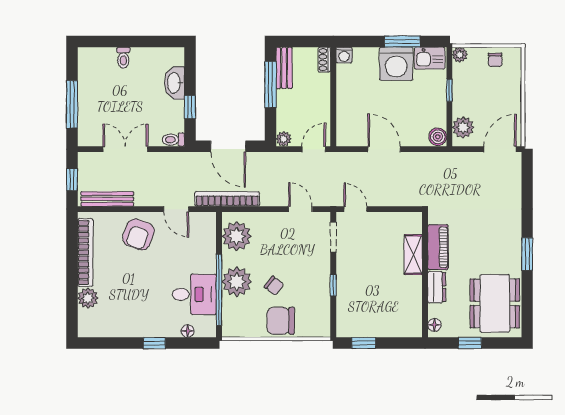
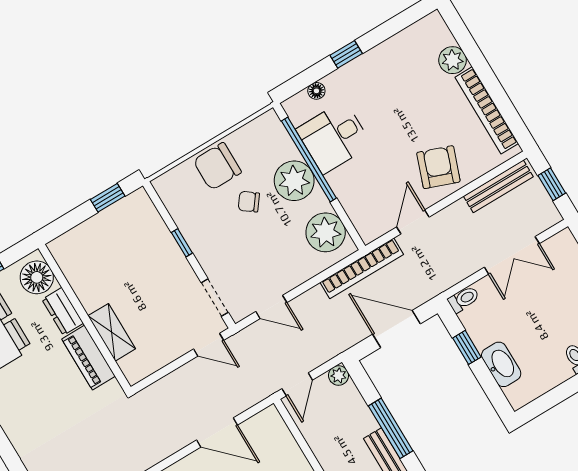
door: (176, 209) -> (413, 222), hinge flipped
chair: (281, 321) -> (217, 166), turned 180
floor lamp: (434, 325) -> (37, 277), width x1.89, depth x1.89

